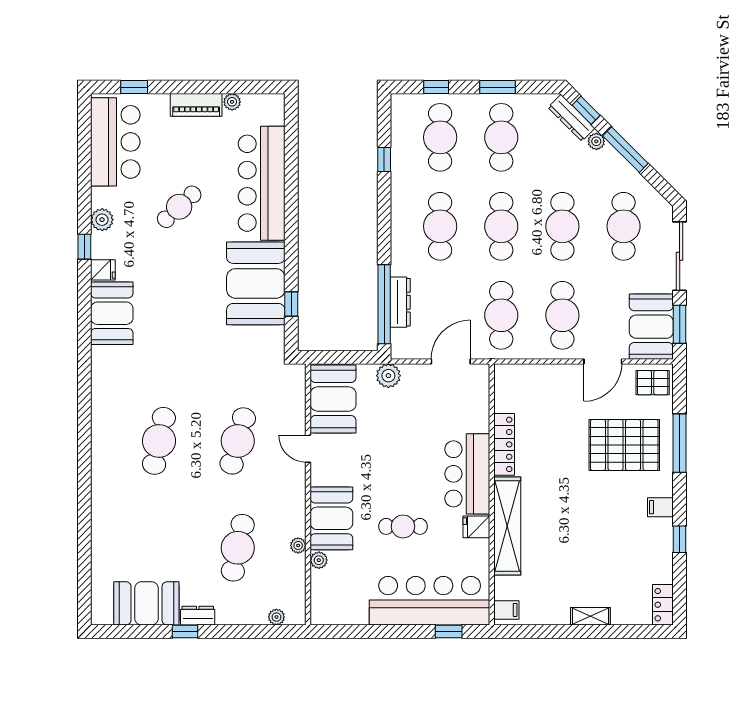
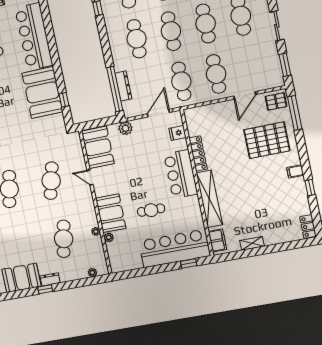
sliding door: (680, 256) -> (277, 26), width x0.73
booth: (651, 327) -> (269, 70), removed
window: (680, 443) -> (295, 113), moved
fridge: (476, 527) -> (177, 133), moved
filing cabinet: (506, 610) -> (217, 240), width x2.00
shelving: (590, 616) -> (252, 243), moved

